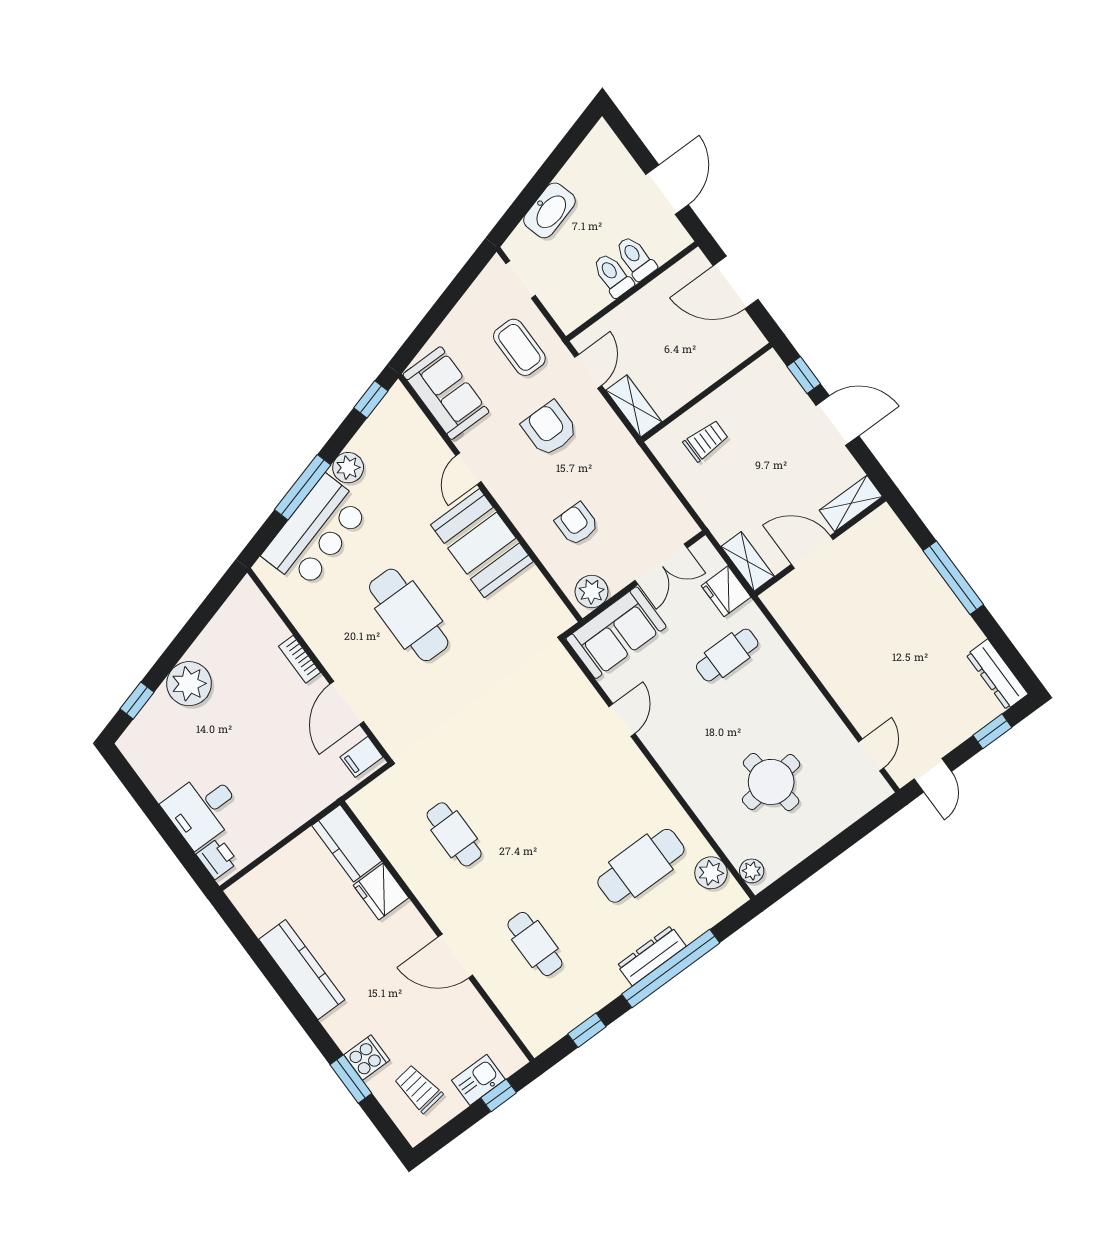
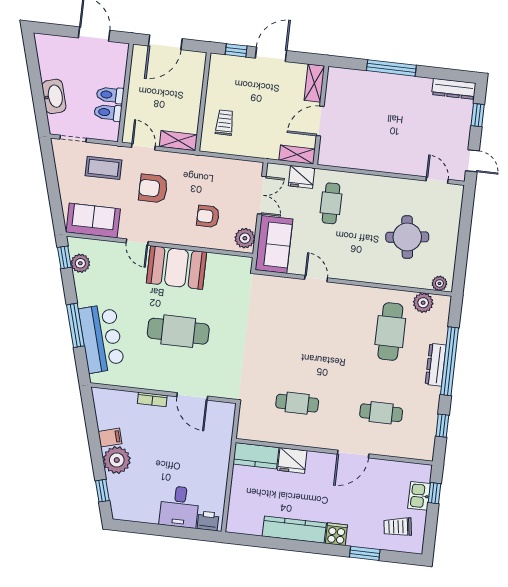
toilet: (636, 258) -> (108, 112), moved
plant: (348, 468) -> (80, 263), moved
filing cabinet: (362, 757) -> (110, 438), moved, turned -106
cooker: (367, 1058) -> (336, 534), moved

